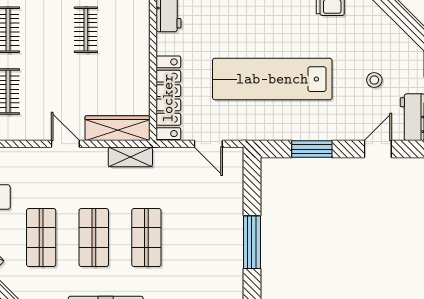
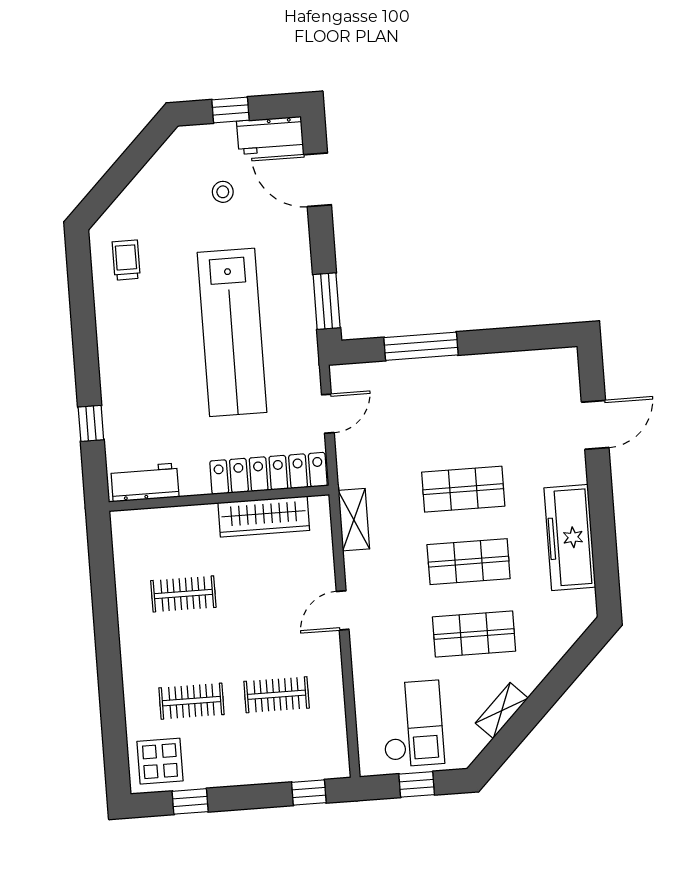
wardrobe: (118, 128) -> (264, 517), moved, turned -90
window: (312, 149) -> (327, 301), moved
door: (378, 149) -> (317, 180), width x1.38
window: (252, 242) -> (421, 346), moved

